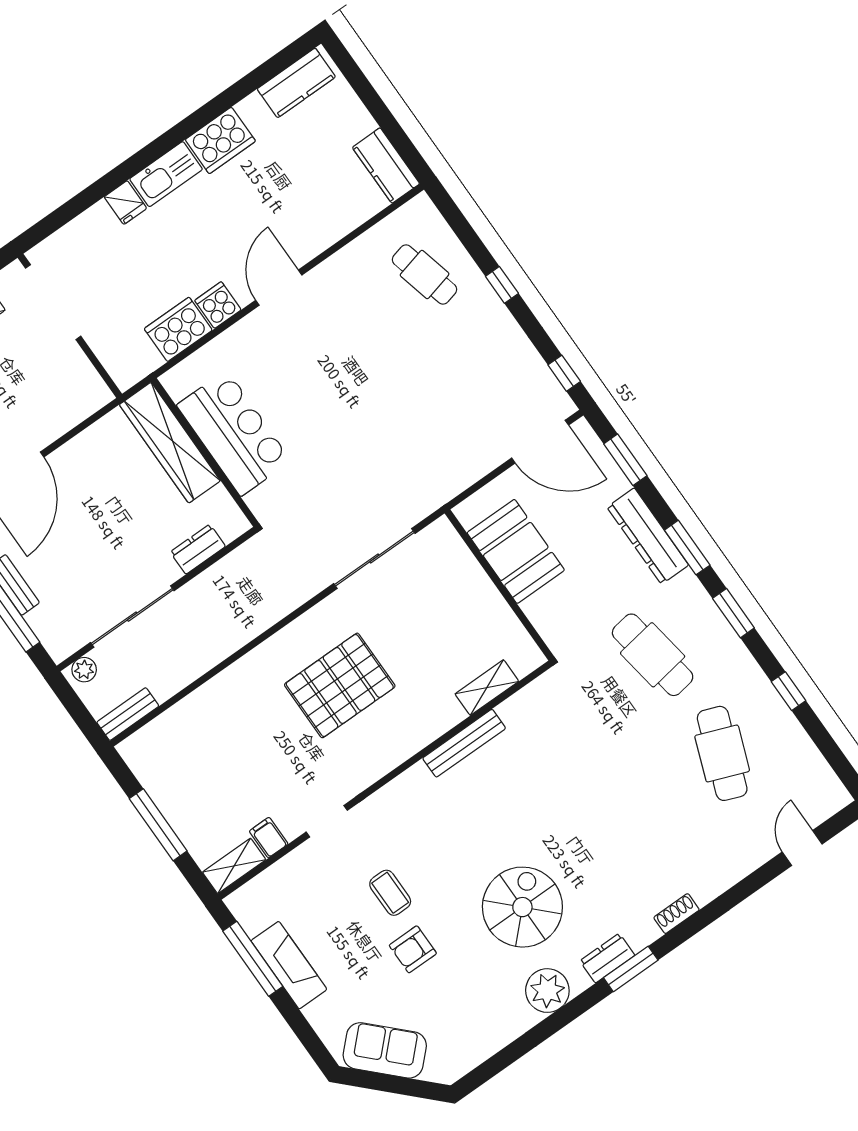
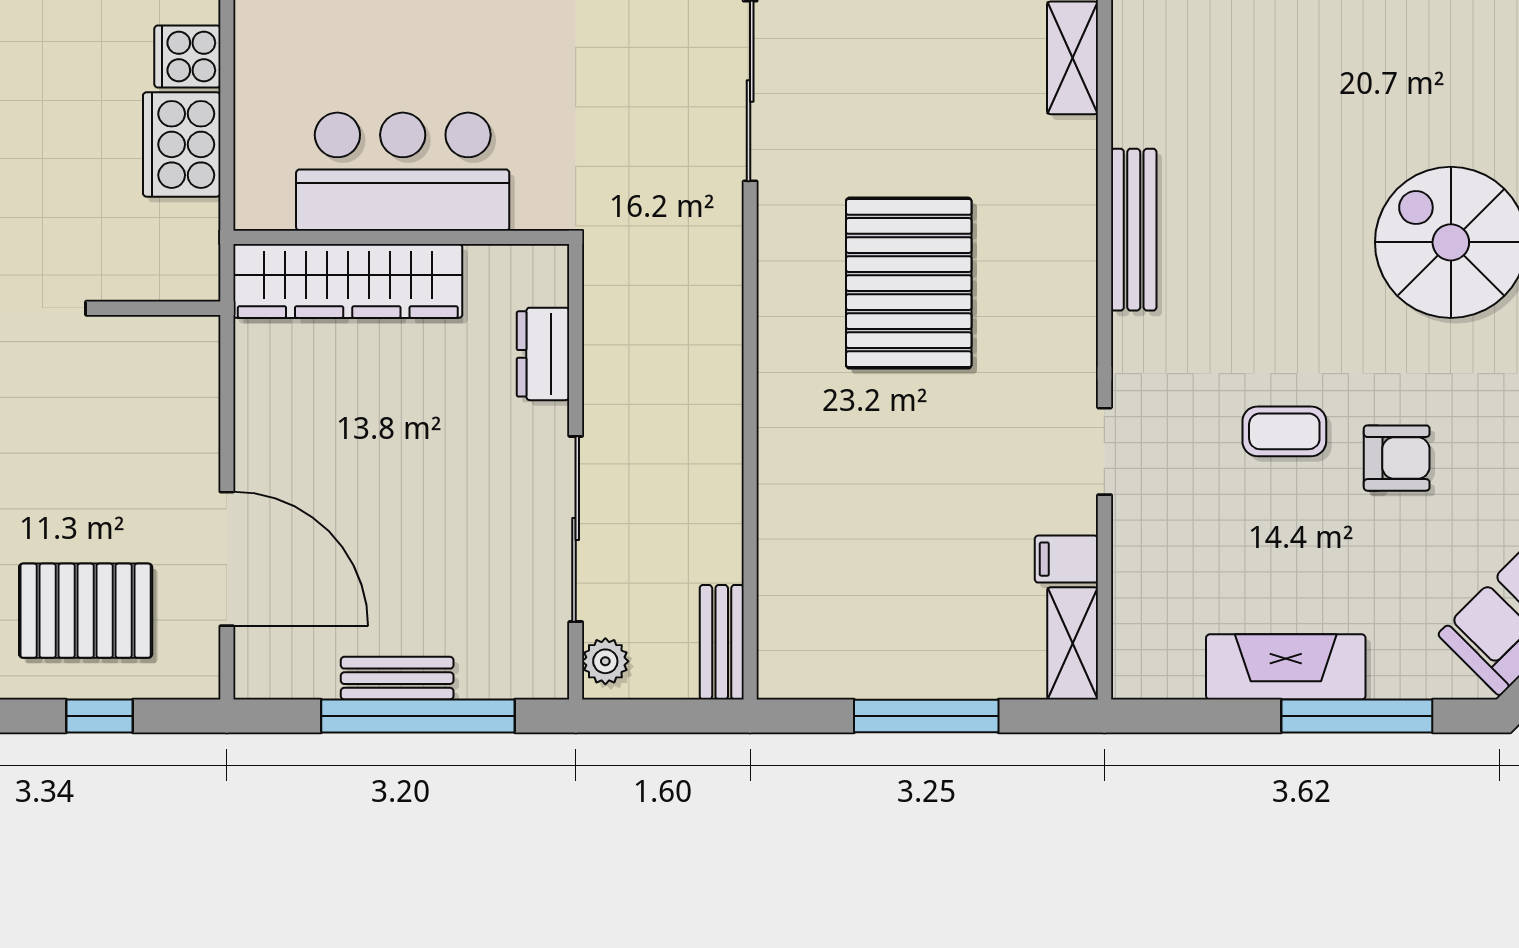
bench: (464, 743) -> (1134, 230), moved
armchair: (413, 949) -> (1397, 458), turned -90
window: (253, 959) -> (1357, 716), moved

